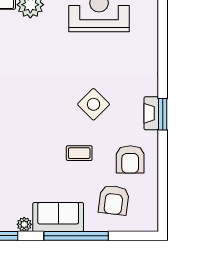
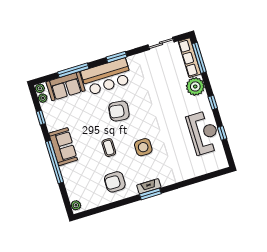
side table: (94, 104) -> (143, 147), turned 45
armchair: (114, 200) -> (119, 111), moved
plant: (24, 224) -> (76, 205), moved

